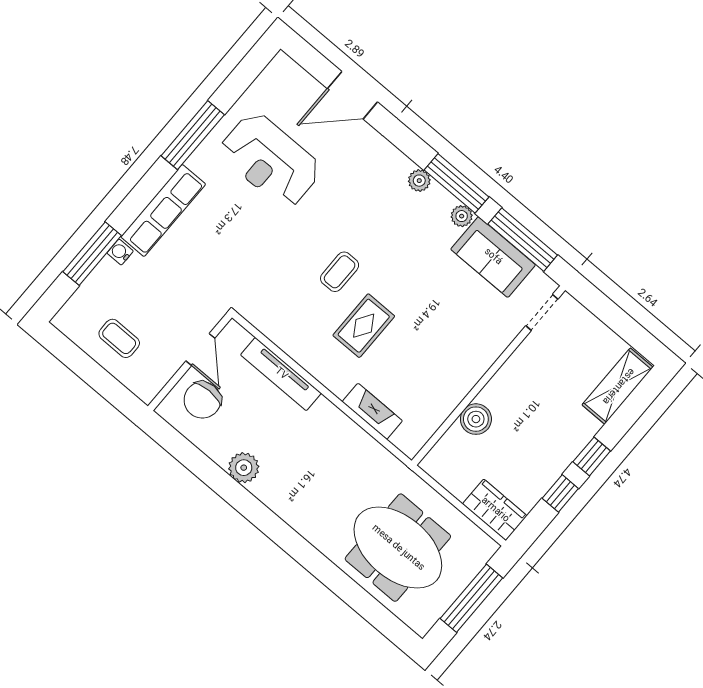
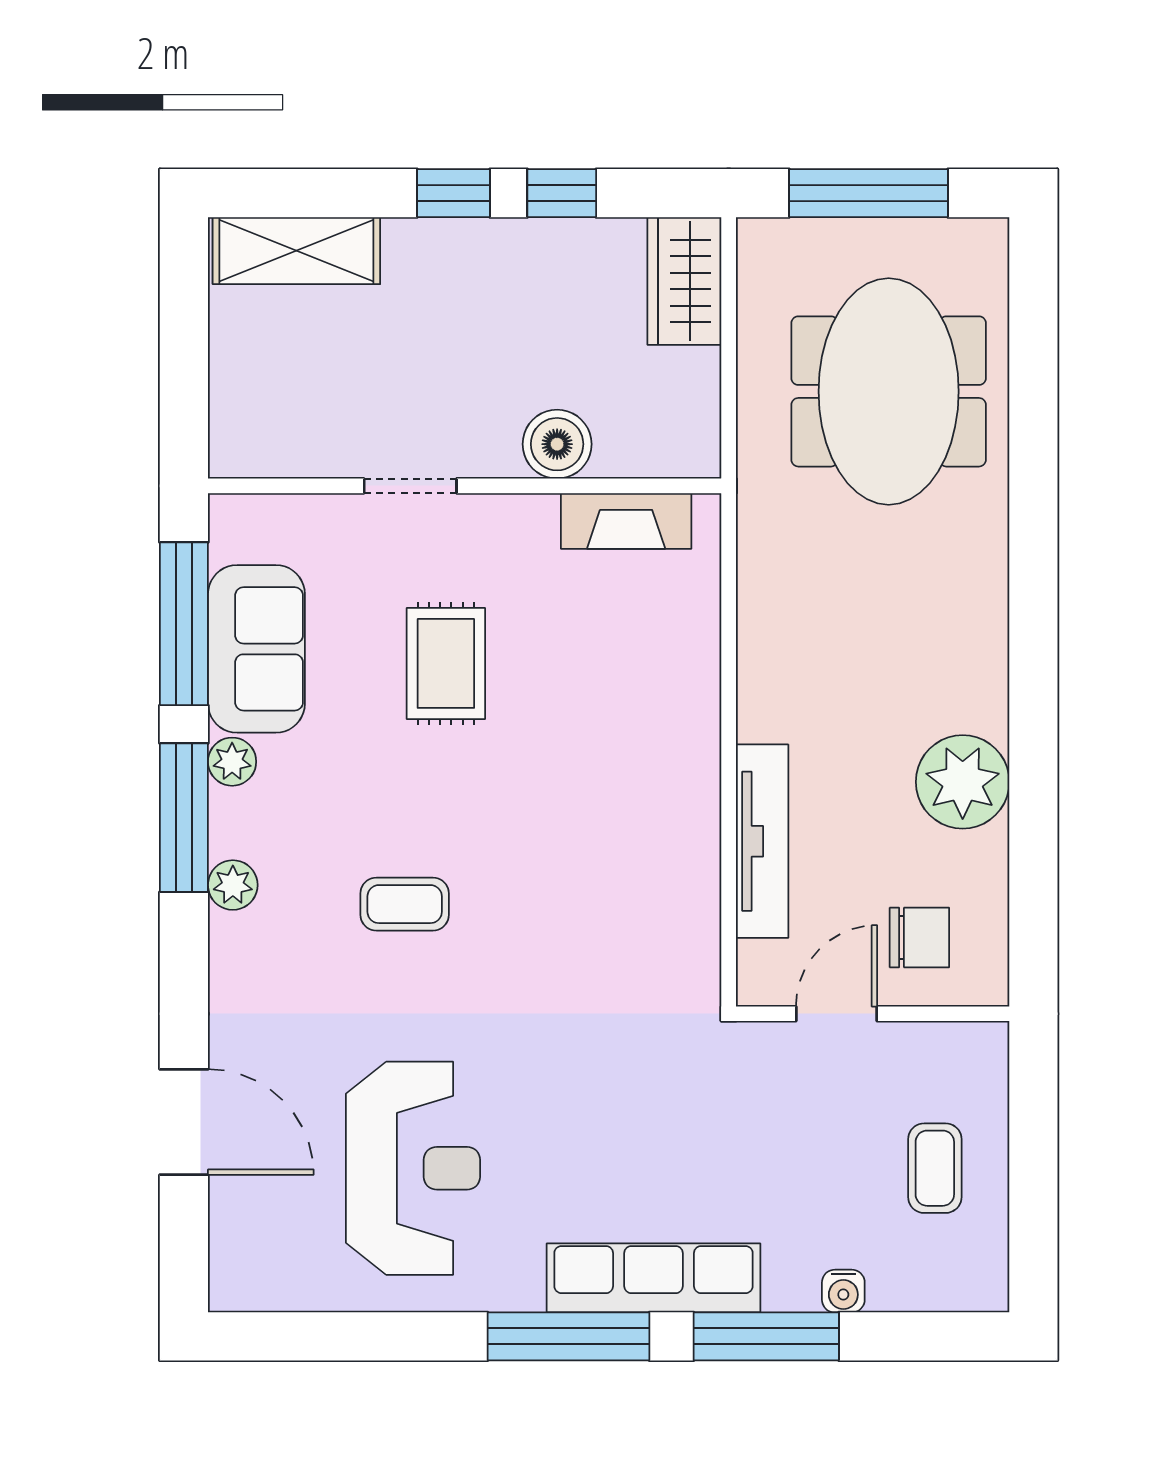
window: (193, 135) -> (568, 1336), moved
water cooler: (120, 252) -> (843, 1291), moved
window: (92, 254) -> (766, 1336), moved
coffee table: (340, 272) -> (405, 904), moved
doorway: (542, 312) -> (410, 486), moved
rug: (364, 326) -> (446, 663), moved, turned 90
chair: (202, 400) -> (919, 937), width x0.73, depth x0.73
fireplace: (372, 411) -> (626, 521), moved, turned -90
plant: (244, 468) -> (963, 782), width x1.36, depth x1.36

